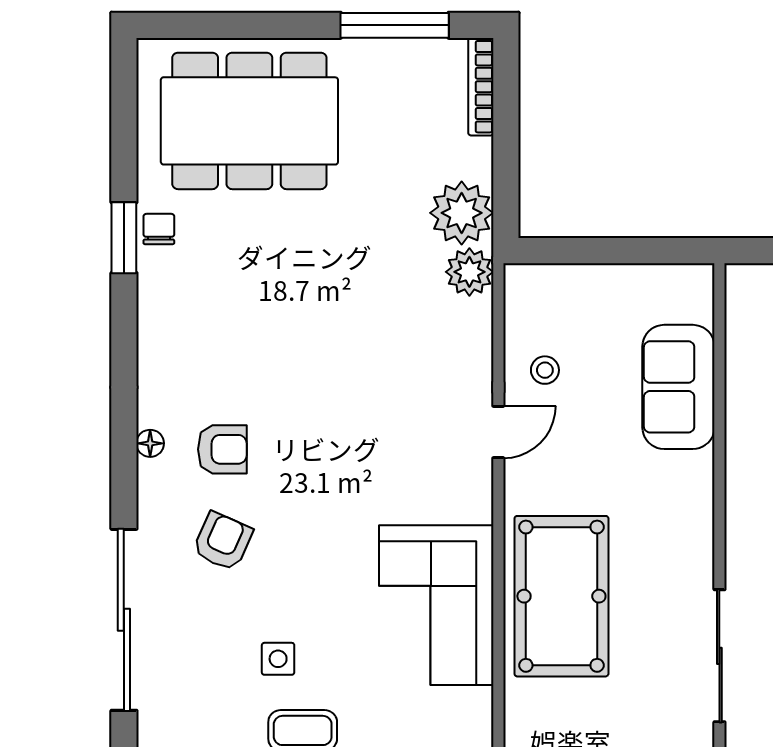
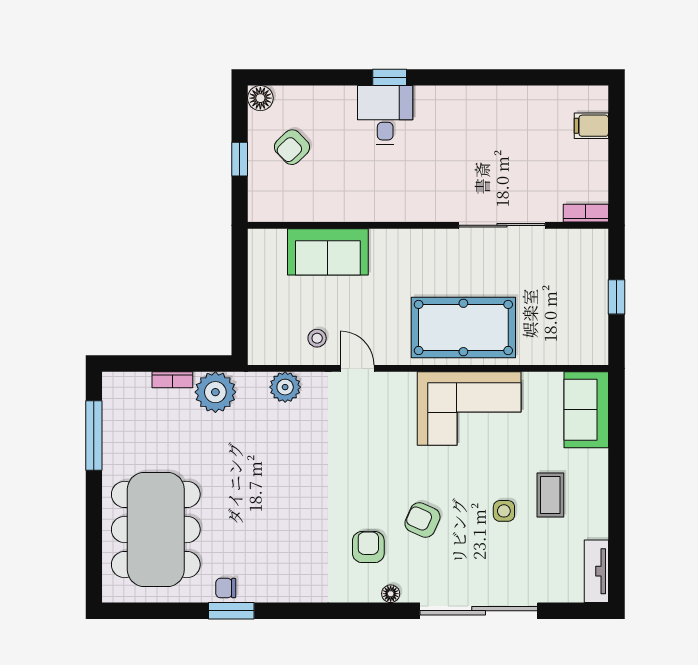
bookcase: (481, 87) -> (172, 380), moved, width x0.64
plant: (469, 272) -> (285, 387), moved
floor lamp: (150, 443) -> (391, 594), moved
armchair: (223, 541) -> (422, 520), moved

